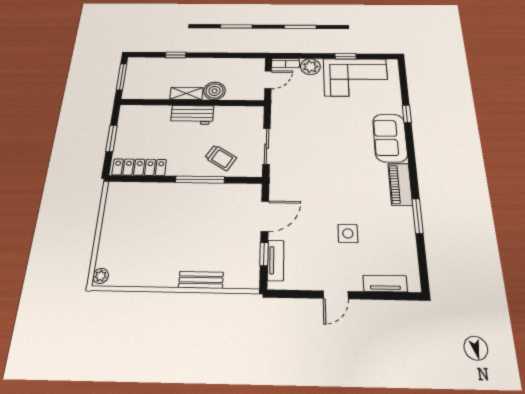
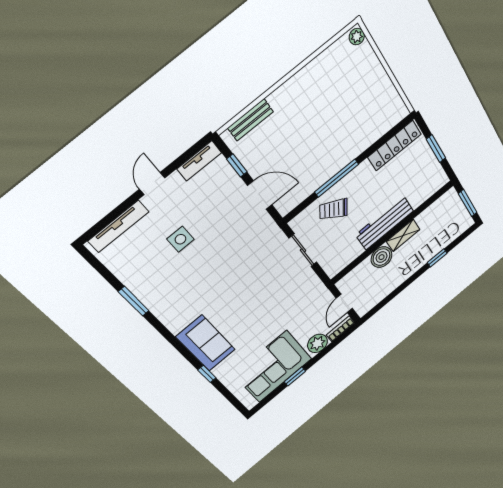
workbench: (192, 115) -> (385, 223), width x1.38
piano: (400, 184) -> (168, 314), removed
door: (265, 216) -> (260, 195), swing flipped
tv unit: (276, 260) -> (199, 161), moved, turned -90
bench: (201, 280) -> (250, 120), moved
tv unit: (385, 284) -> (119, 226), width x1.41

